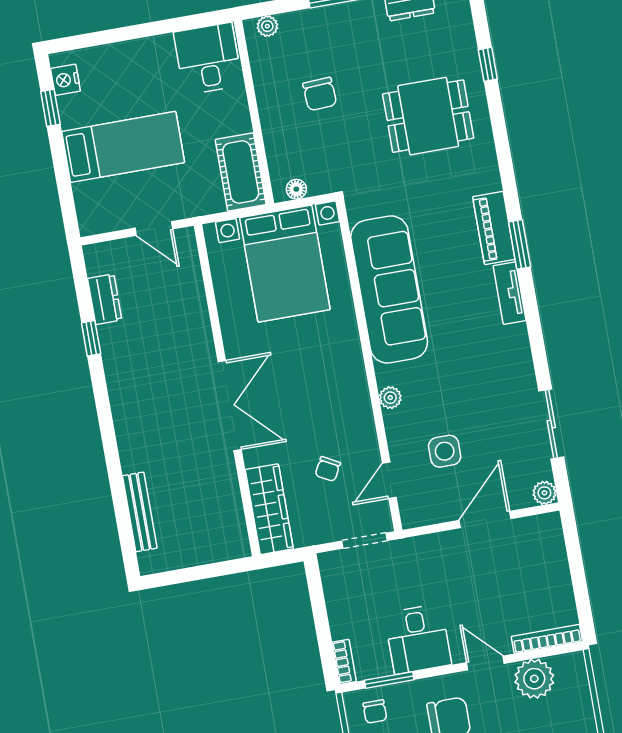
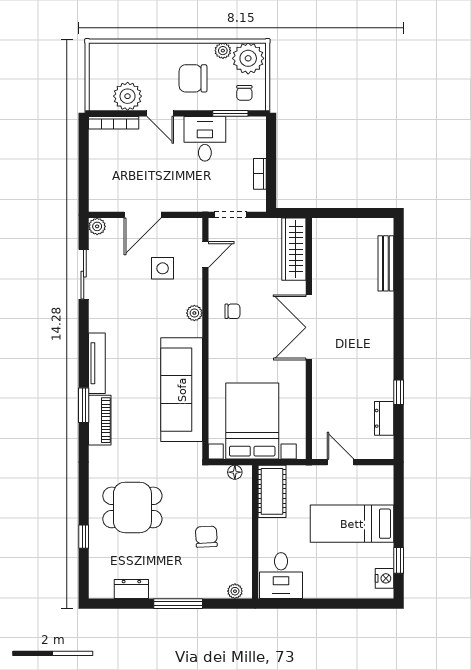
tv unit: (510, 293) -> (97, 363), width x1.41
chair: (328, 469) -> (232, 311), moved, turned 62
bookcase: (344, 662) -> (260, 174), moved
chair: (375, 712) -> (244, 93), turned 180

